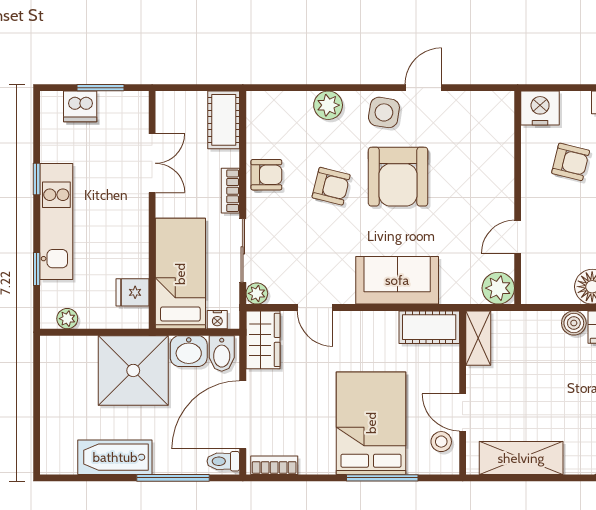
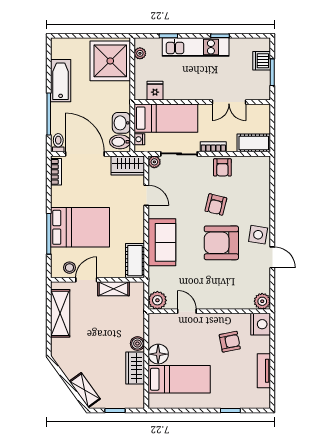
plant: (328, 105) -> (262, 301), moved
armchair: (571, 162) -> (230, 342), turned -115
door: (315, 308) -> (146, 195), swing flipped
shelving: (478, 338) -> (114, 289), moved
shower: (133, 370) -> (110, 61), moved

